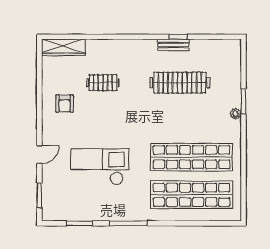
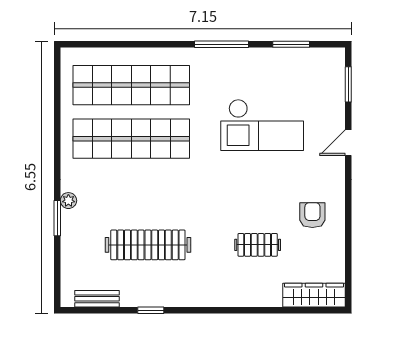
bench: (173, 45) -> (97, 299), moved

